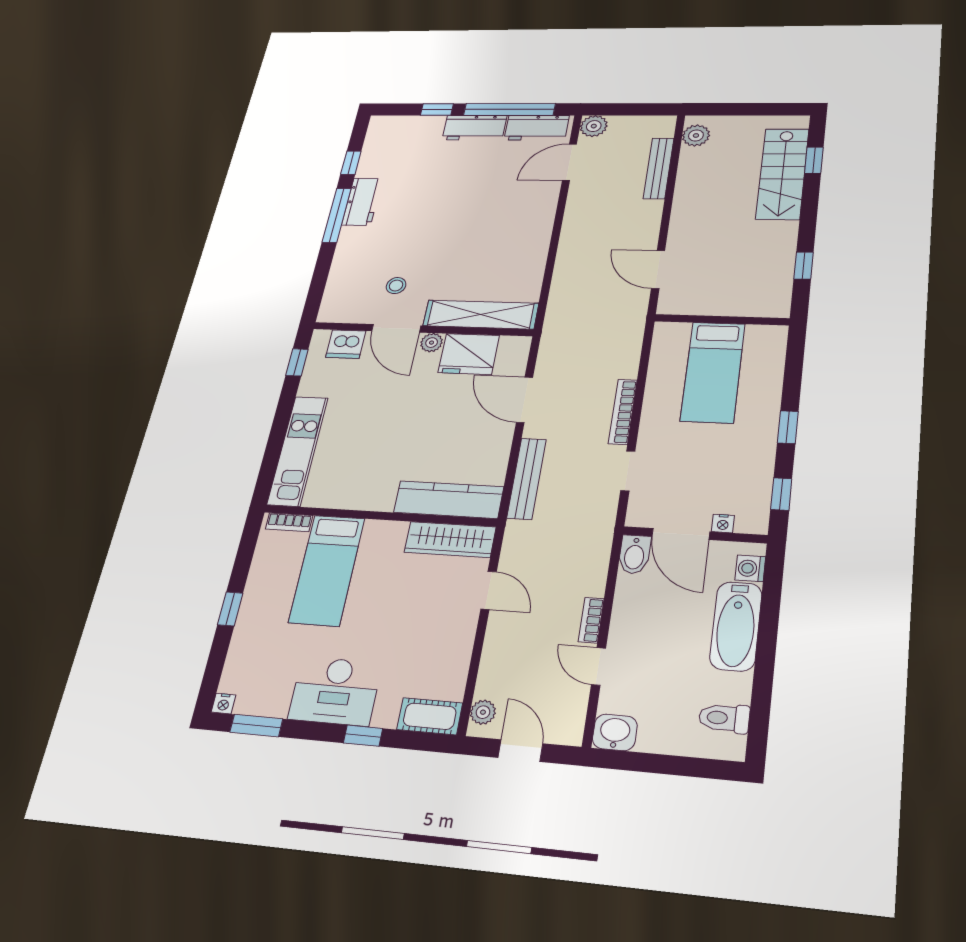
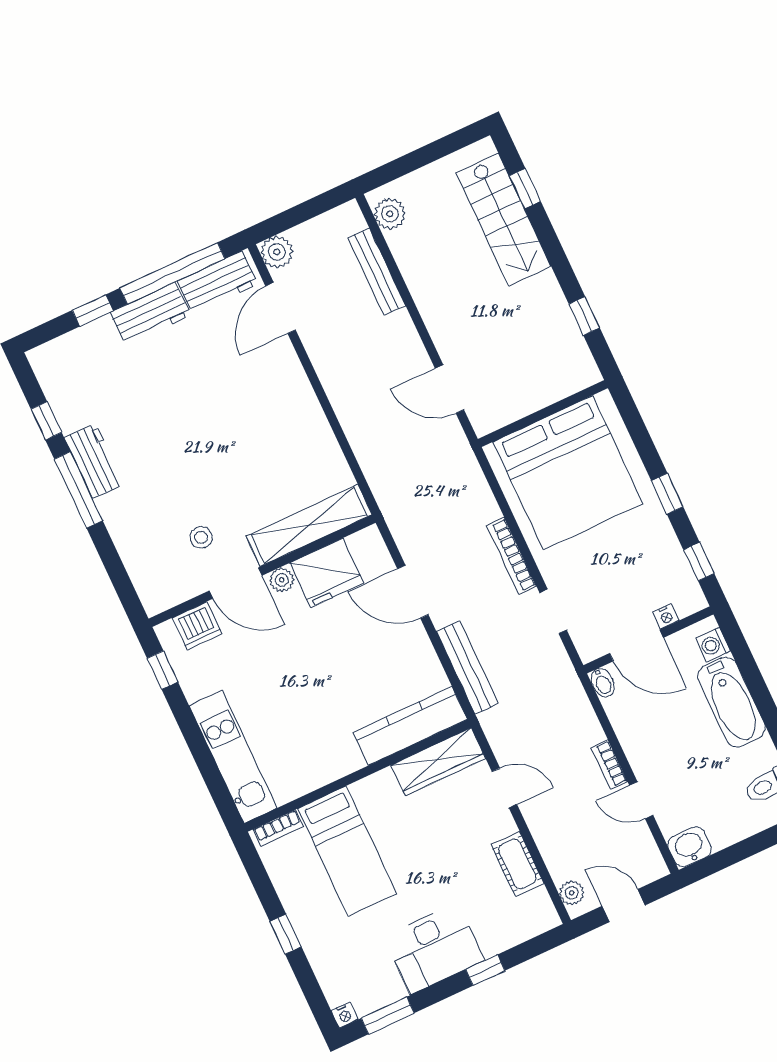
bed: (713, 372) -> (568, 473), width x2.04
bidet: (634, 554) -> (603, 683), width x0.72, depth x0.74
cot: (430, 716) -> (517, 864), moved, turned 90

